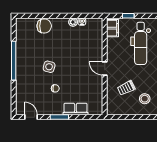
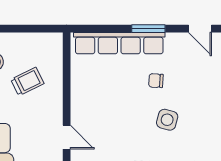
door: (105, 68) -> (67, 137), moved
row of seats: (75, 109) -> (119, 43), width x2.02

